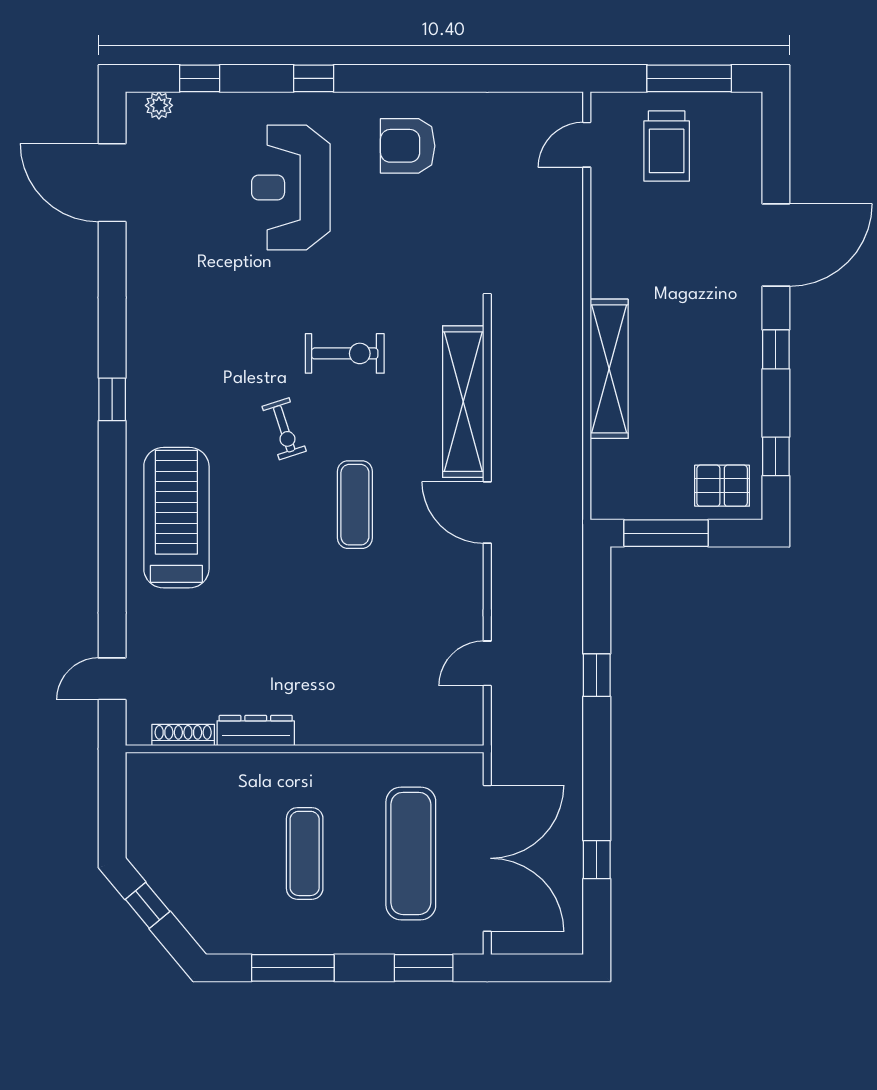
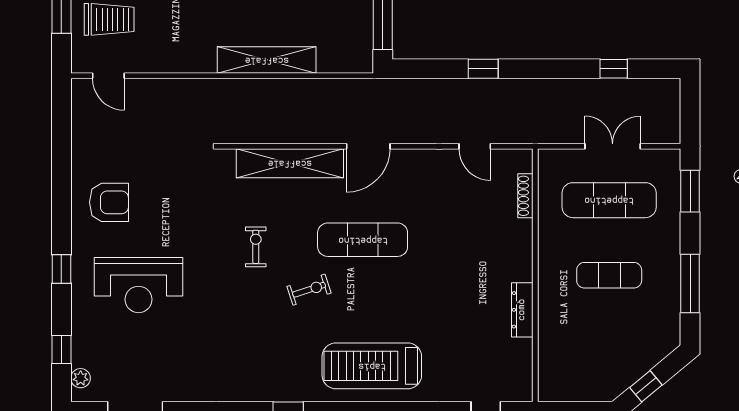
armchair: (408, 146) -> (109, 202), turned -90
exercise bike: (345, 353) -> (256, 247), width x0.73, depth x0.72
exercise mat: (355, 505) -> (363, 240), width x1.36, depth x1.45
shoe rack: (183, 735) -> (525, 196), moved
double door: (487, 858) -> (613, 146), width x0.54

